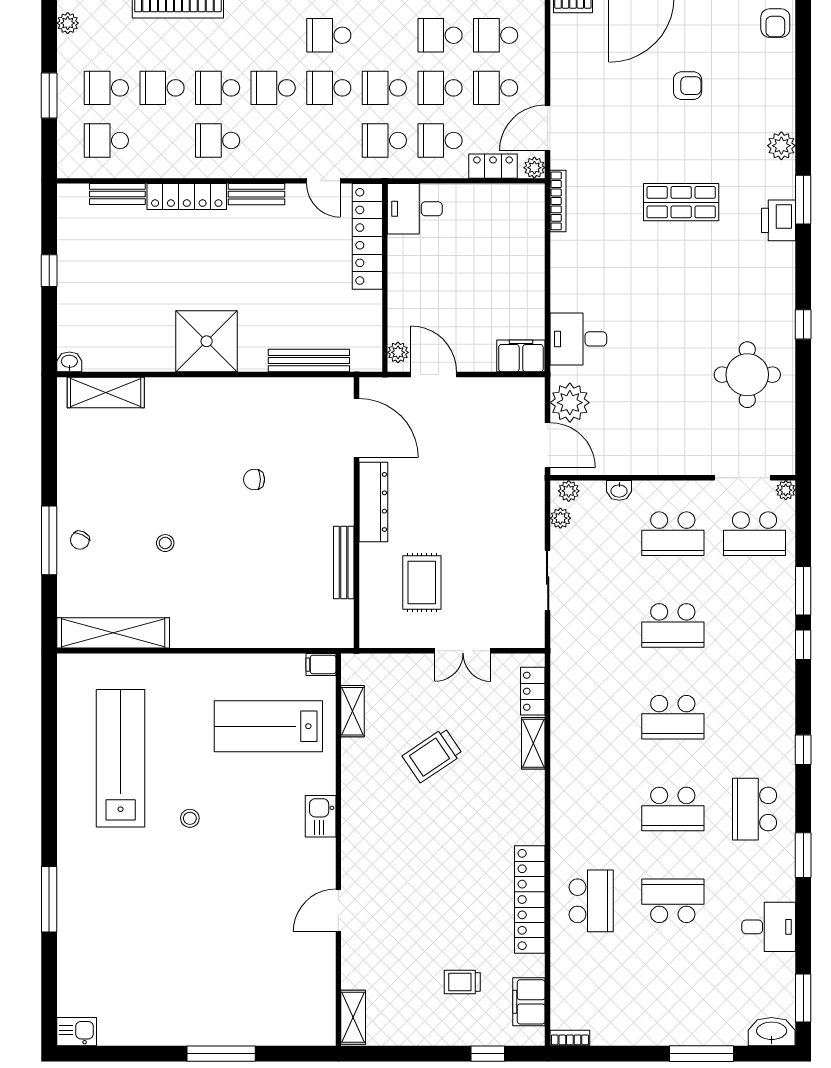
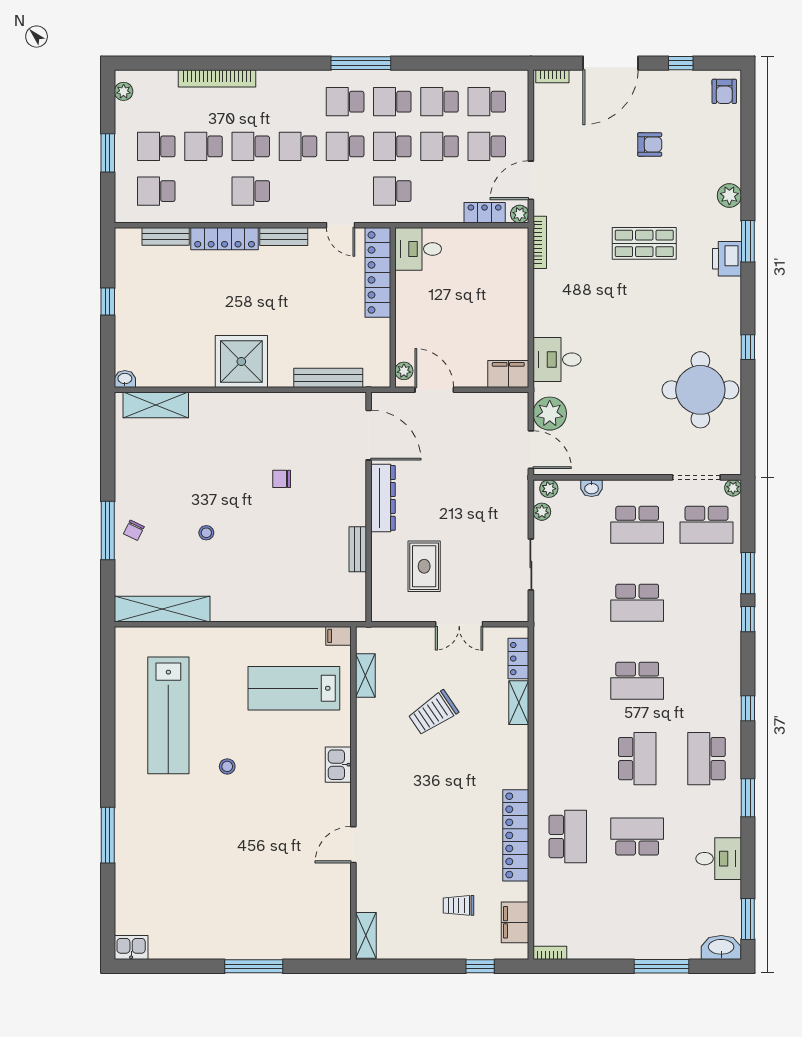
school desk: (440, 140) -> (392, 102), moved
round table: (747, 375) -> (700, 390), width x1.36, depth x1.36
bench: (344, 563) -> (358, 549), width x0.73
lab bench: (121, 758) -> (168, 715), turned 180
school desk: (673, 809) -> (637, 759), turned -90

